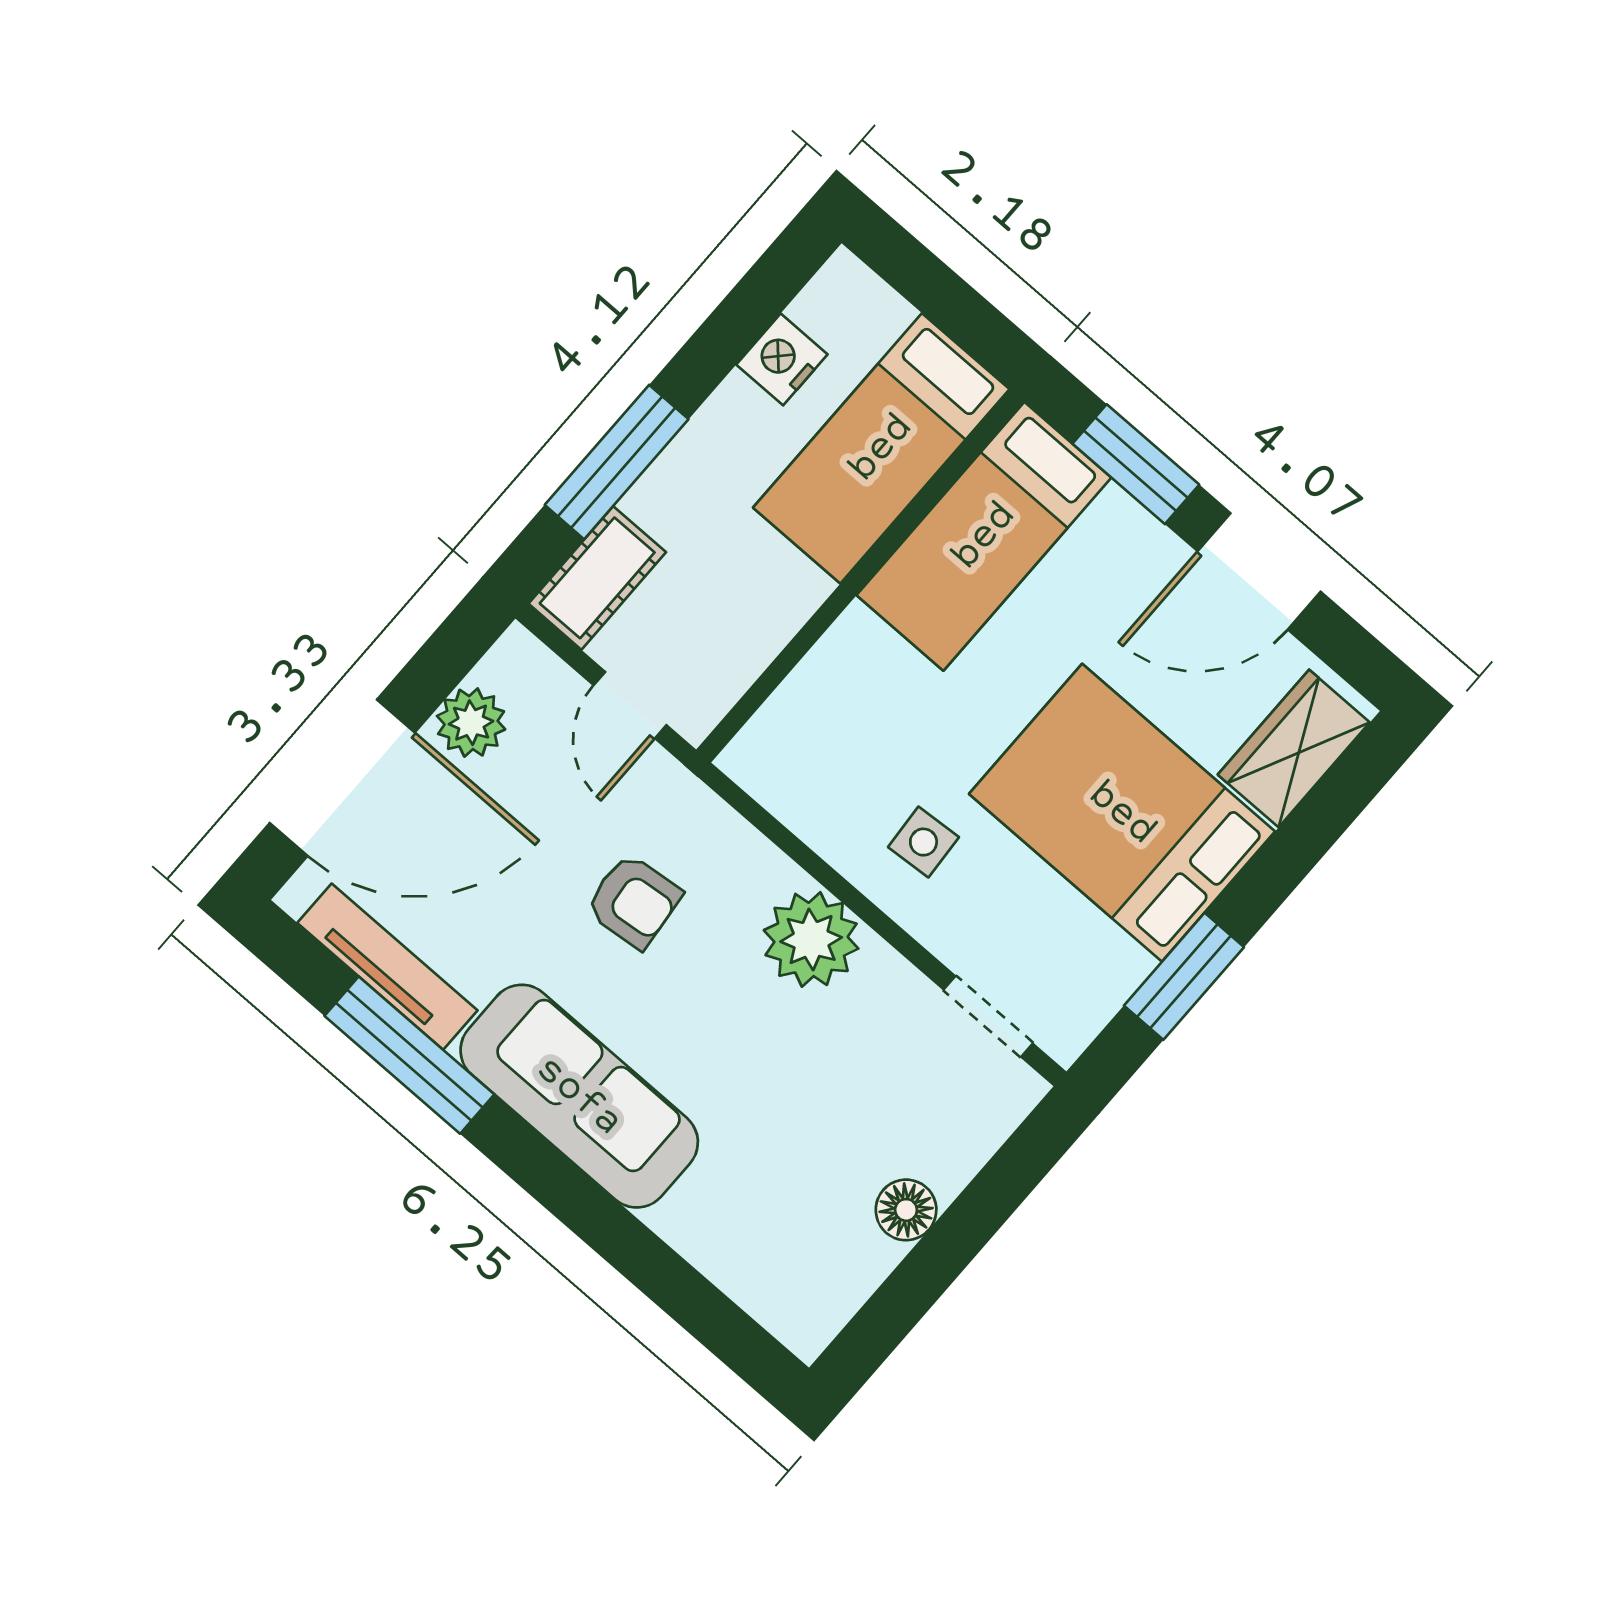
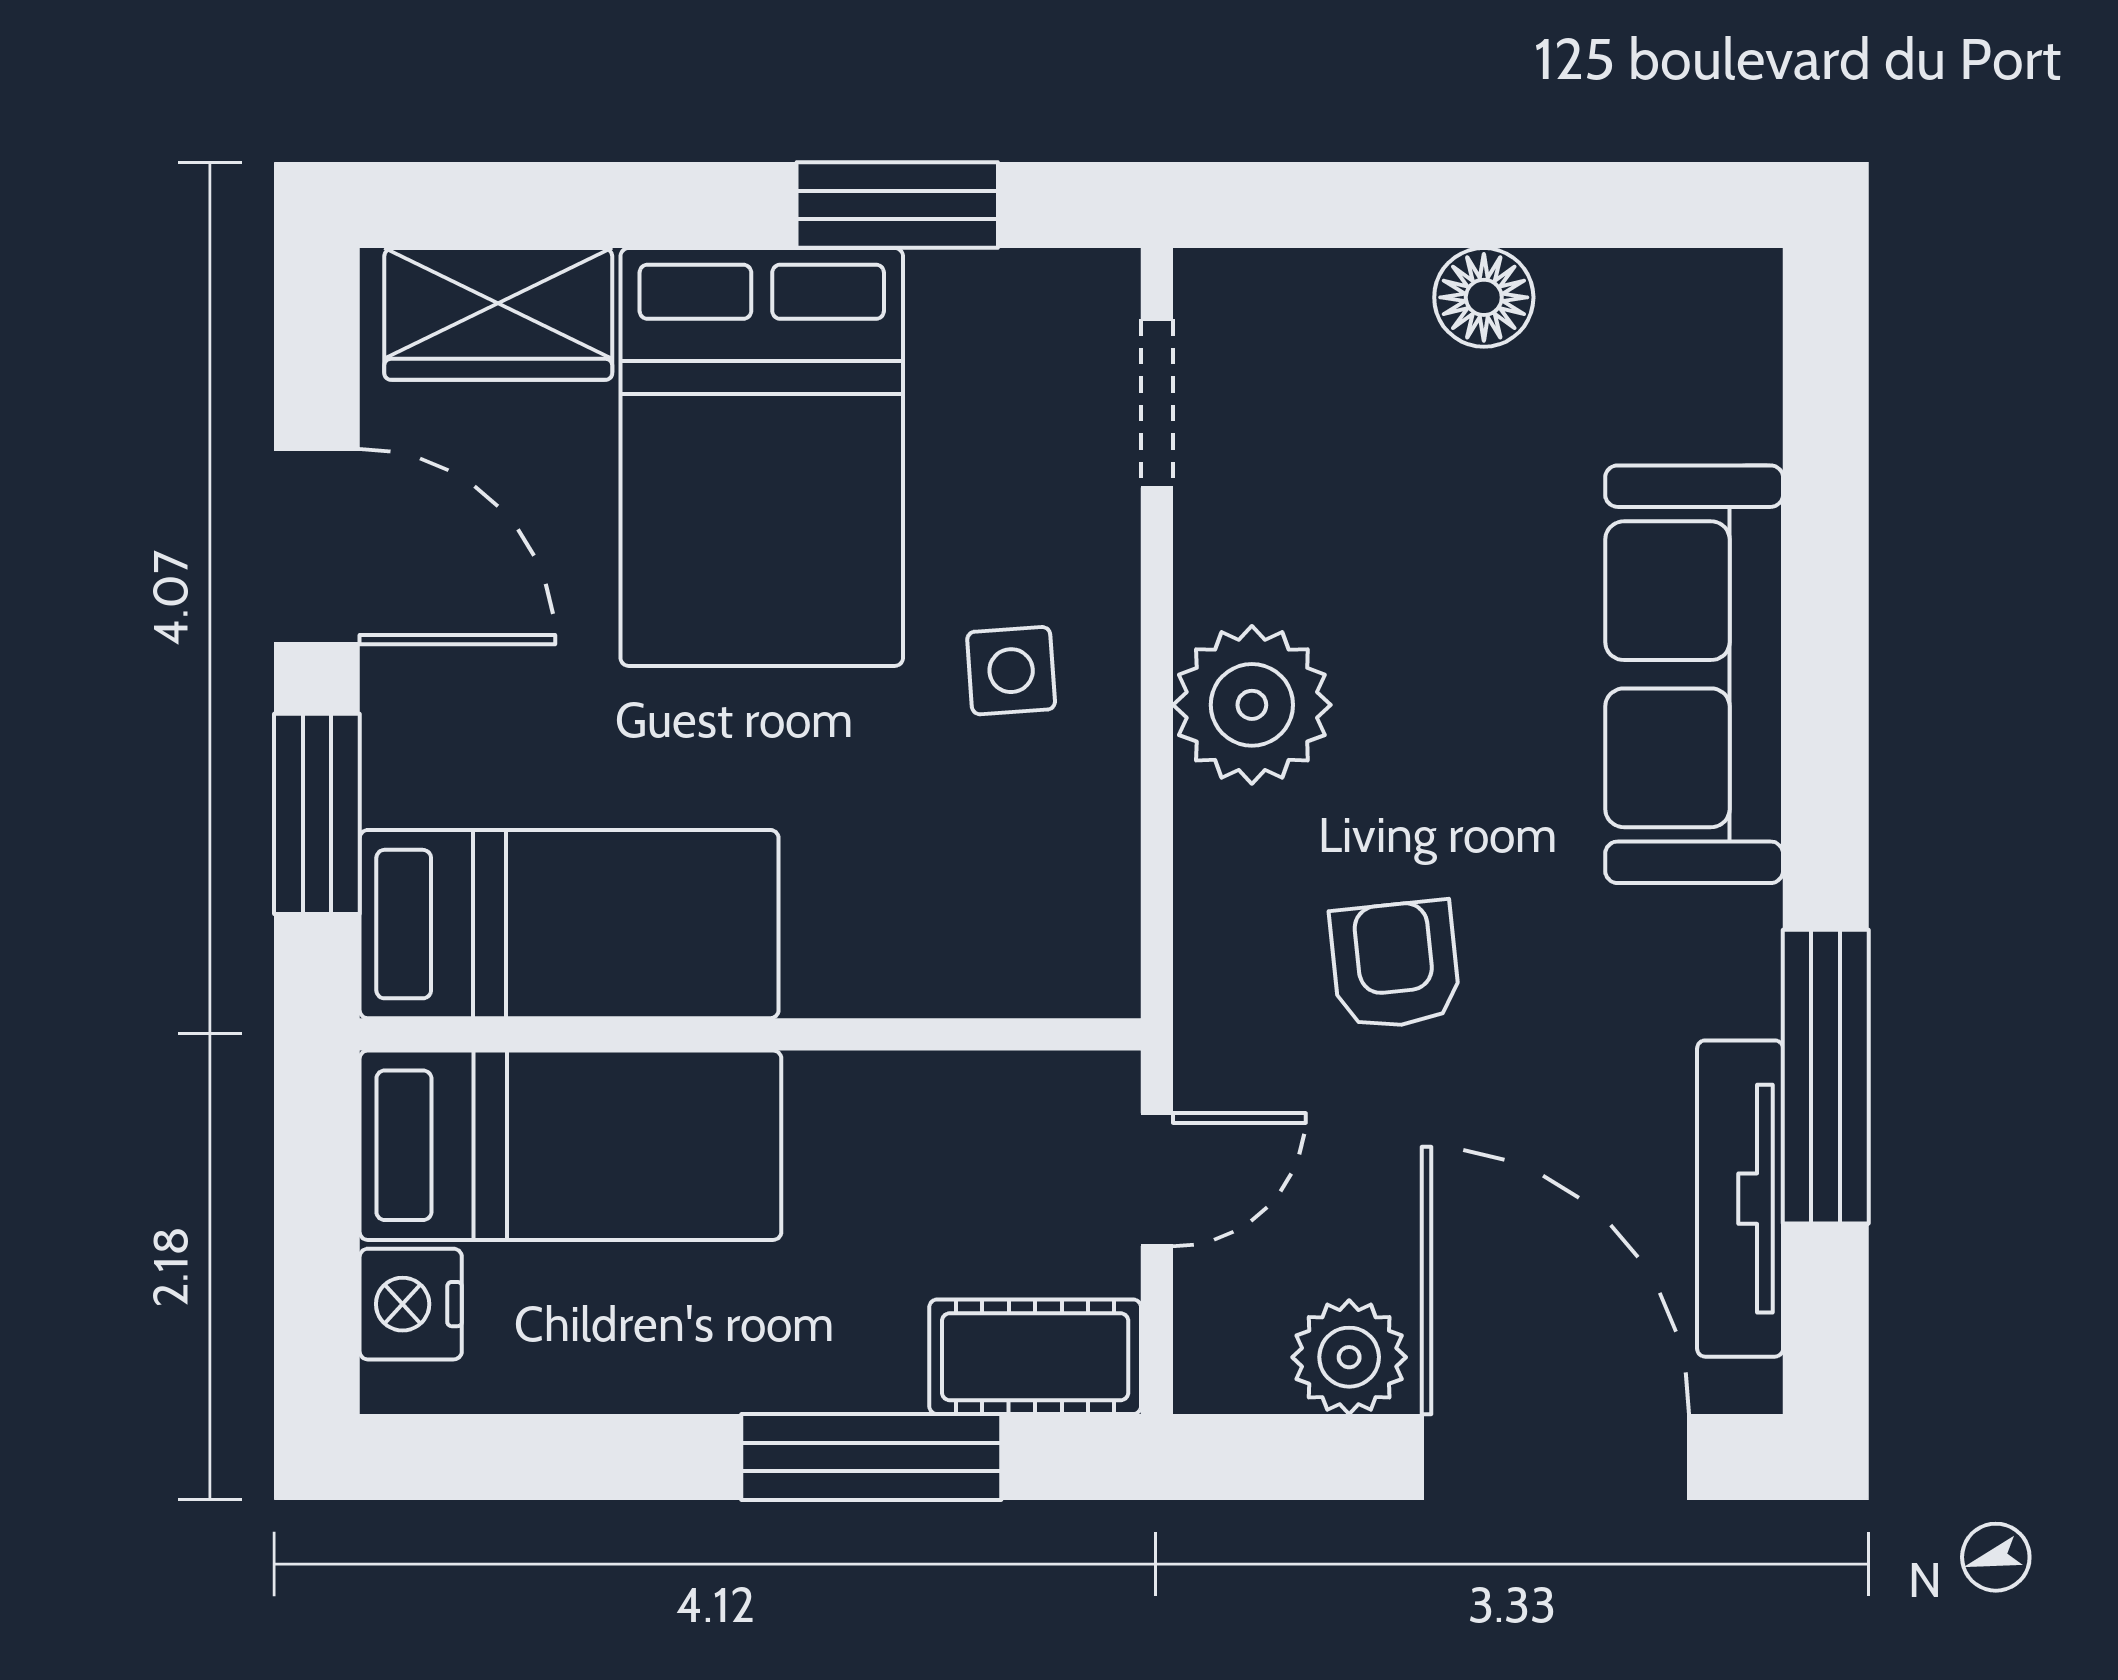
nightstand: (782, 359) -> (411, 1304), moved, turned 90
sofa: (579, 1096) -> (1694, 674), moved

